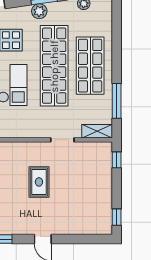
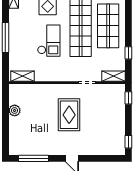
window: (117, 101) -> (128, 53), width x0.46
rug: (39, 182) -> (69, 115), width x1.36, depth x1.43

